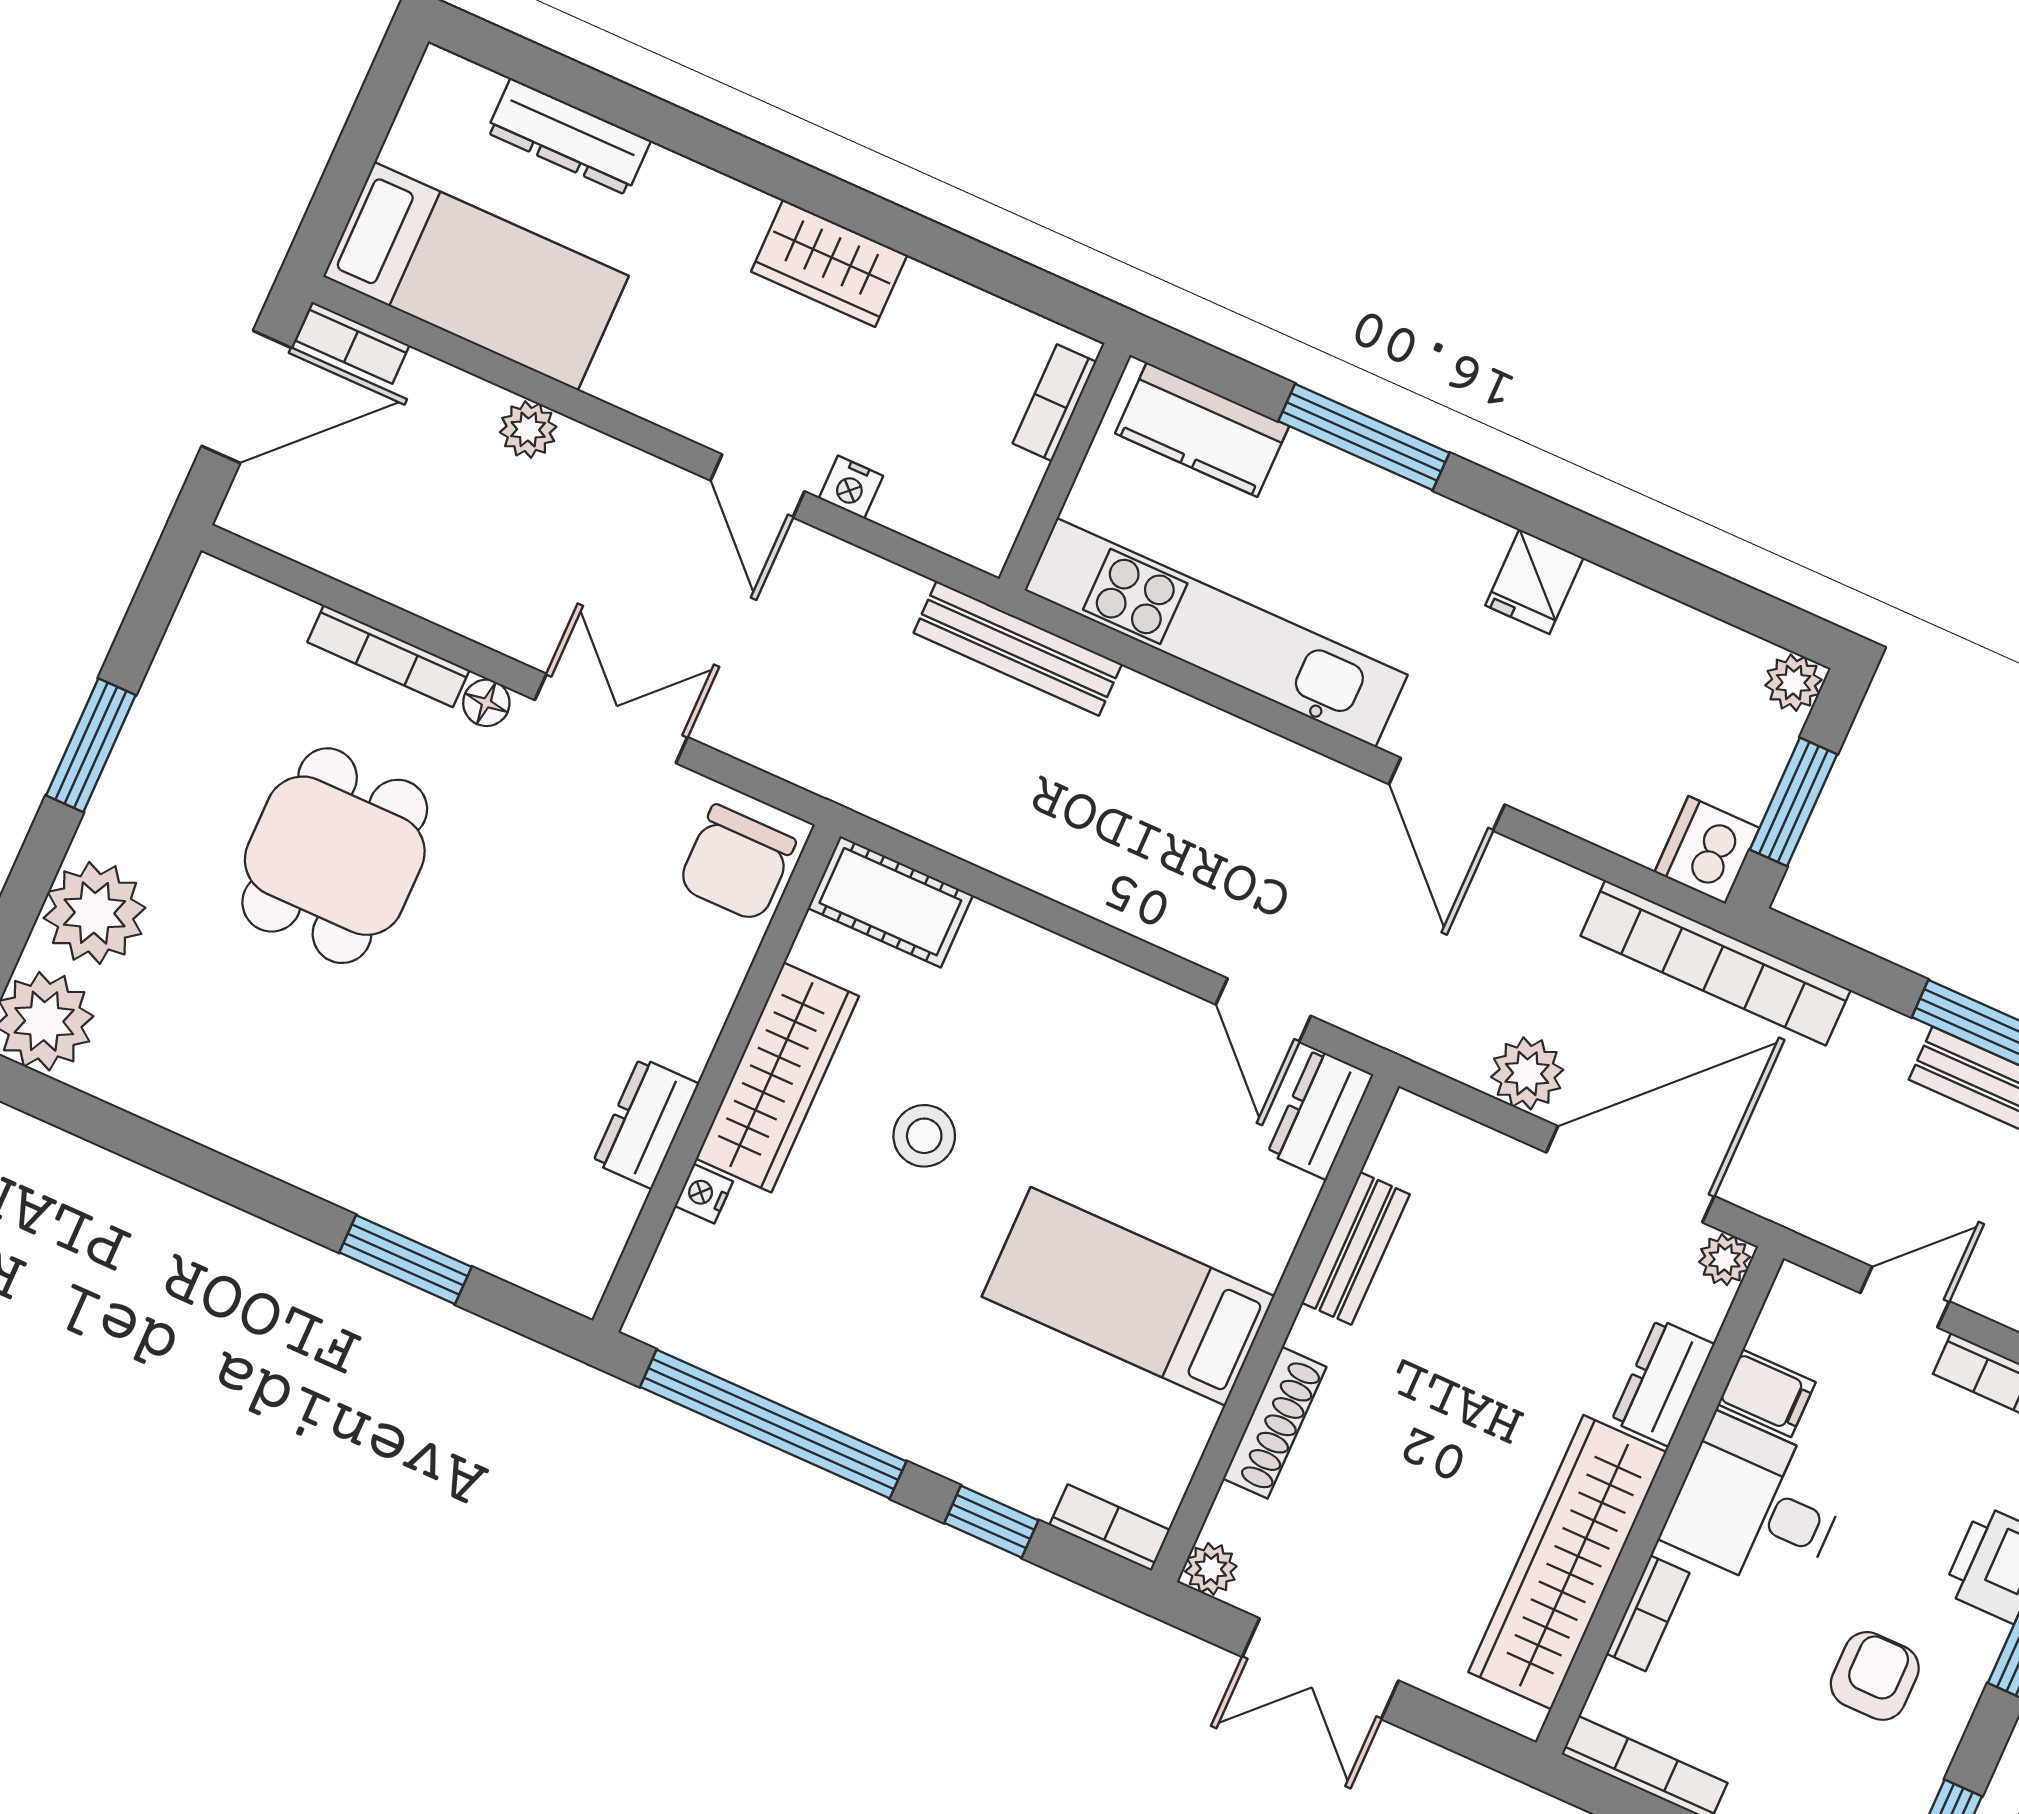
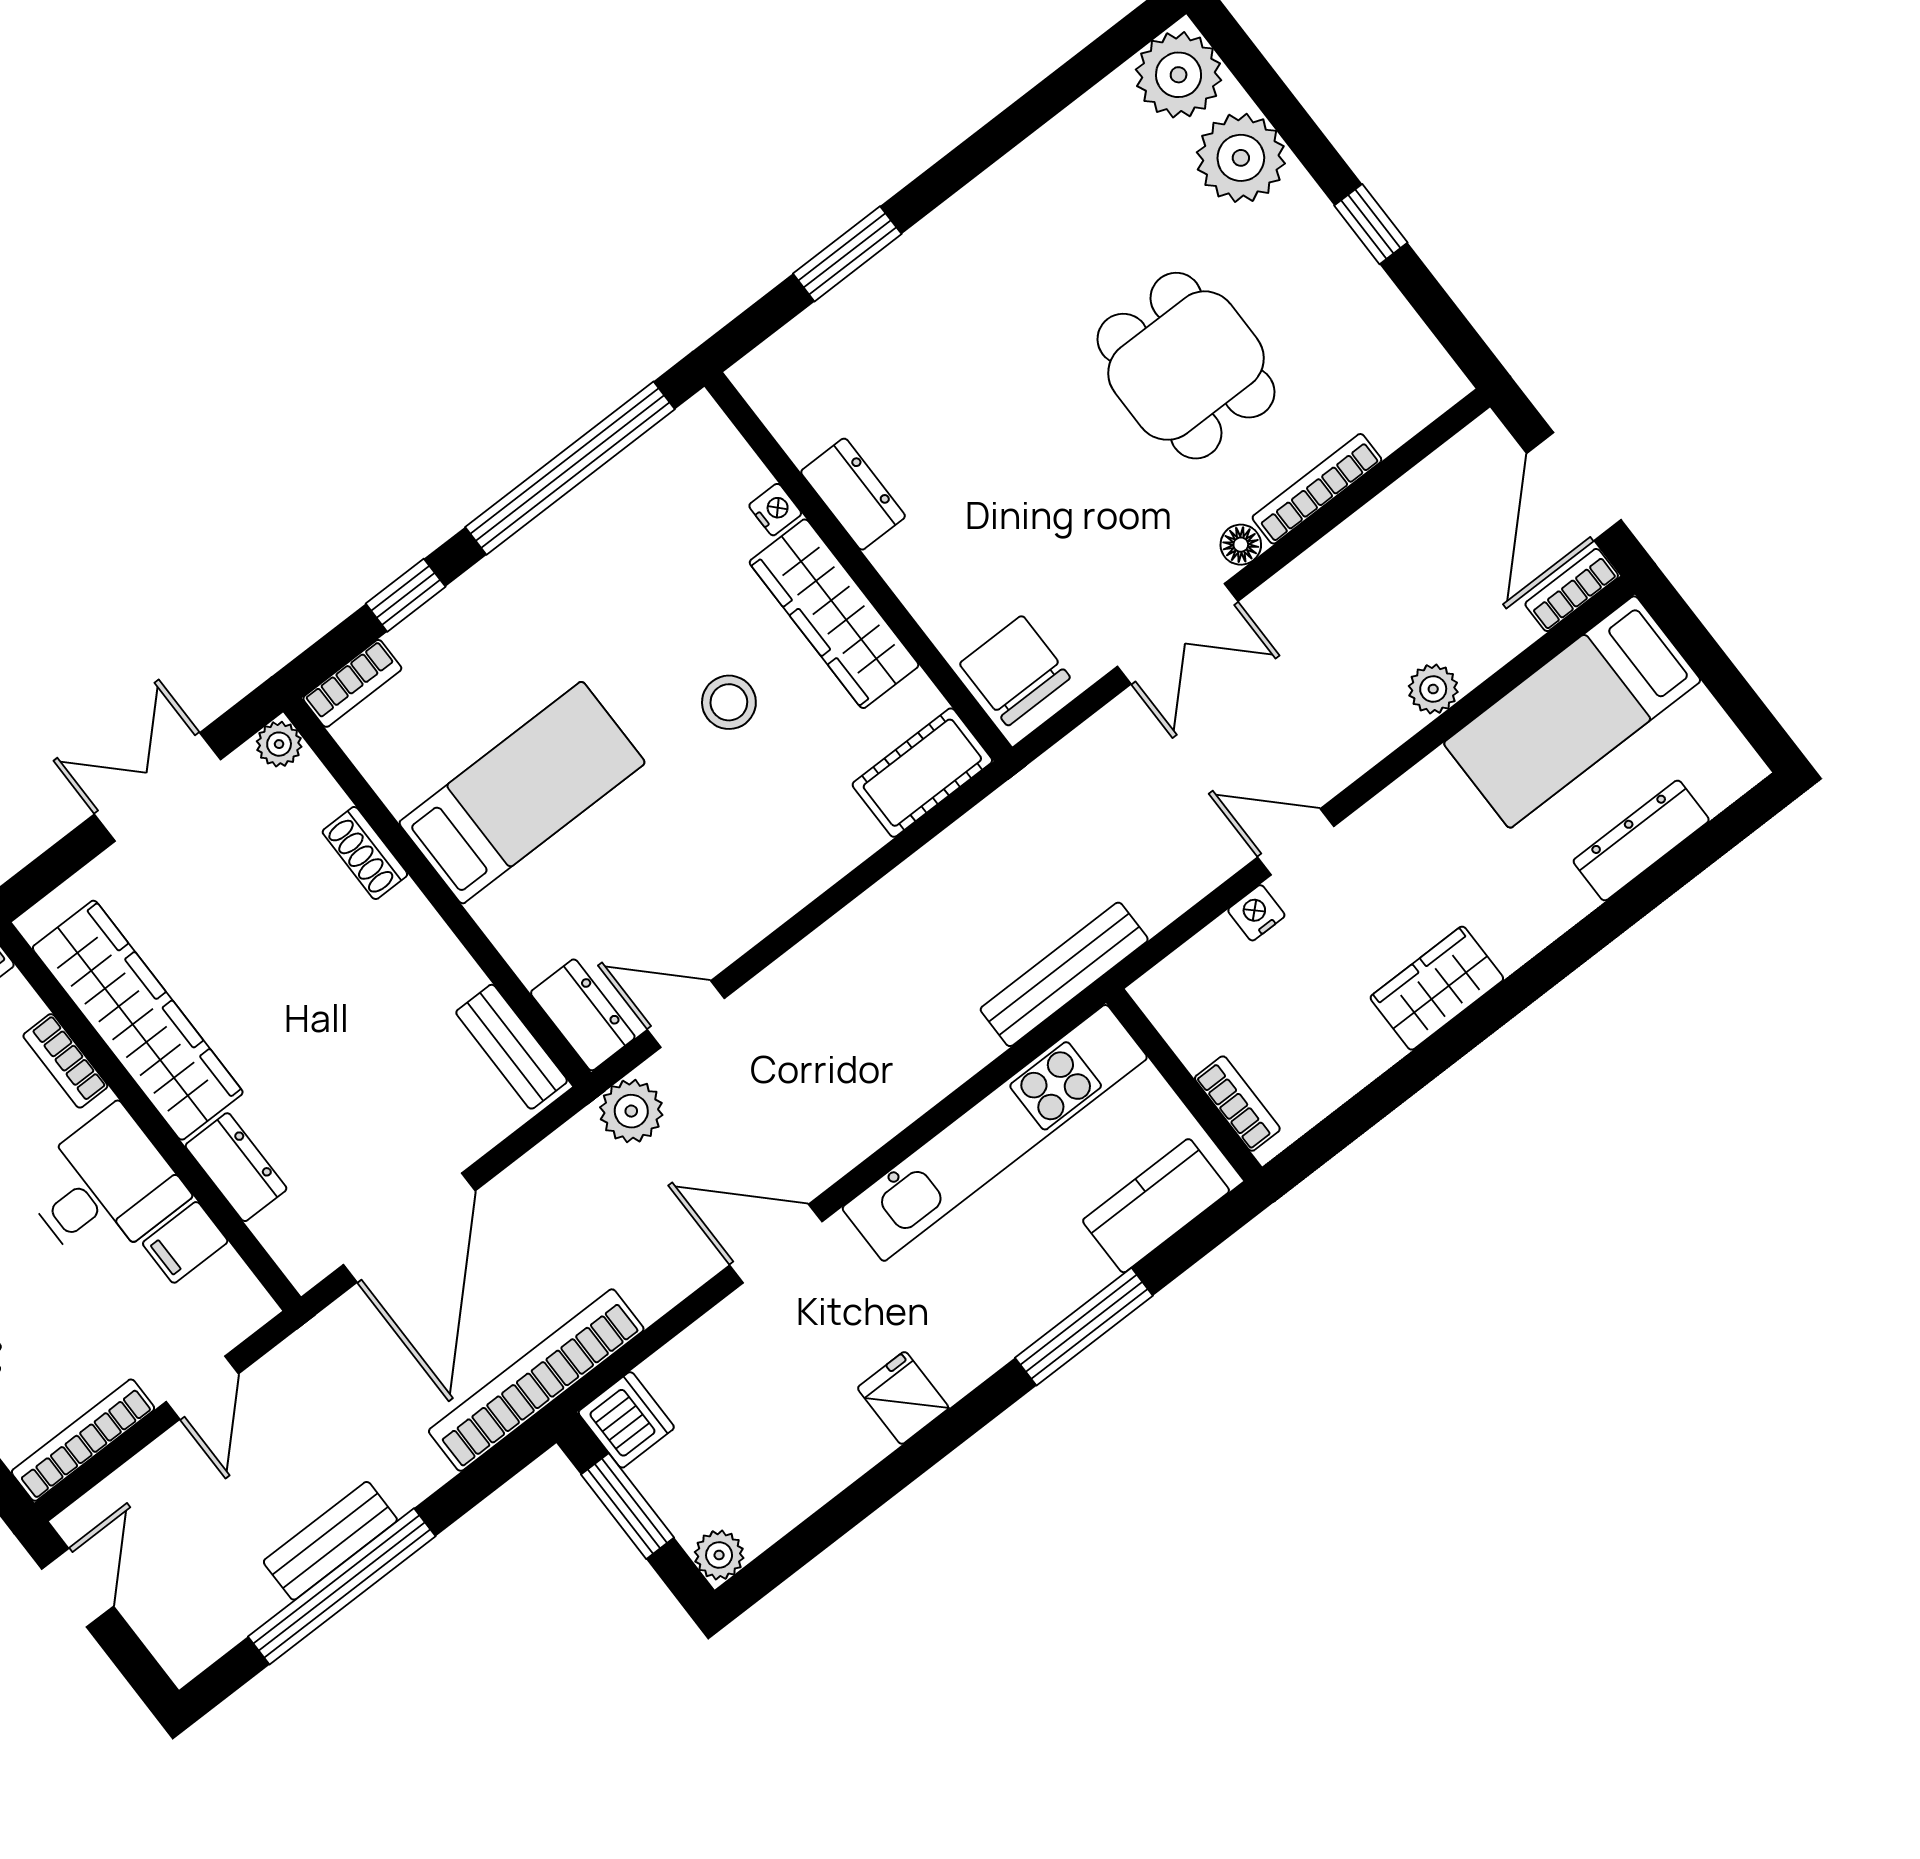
window: (91, 745) -> (1371, 224), width x0.67
plant: (1527, 1073) -> (631, 1111), moved
bench: (1356, 1248) -> (512, 1047), moved
plant: (1725, 1260) -> (305, 1265), removed
shoe rack: (1275, 1423) -> (365, 853), width x0.70

